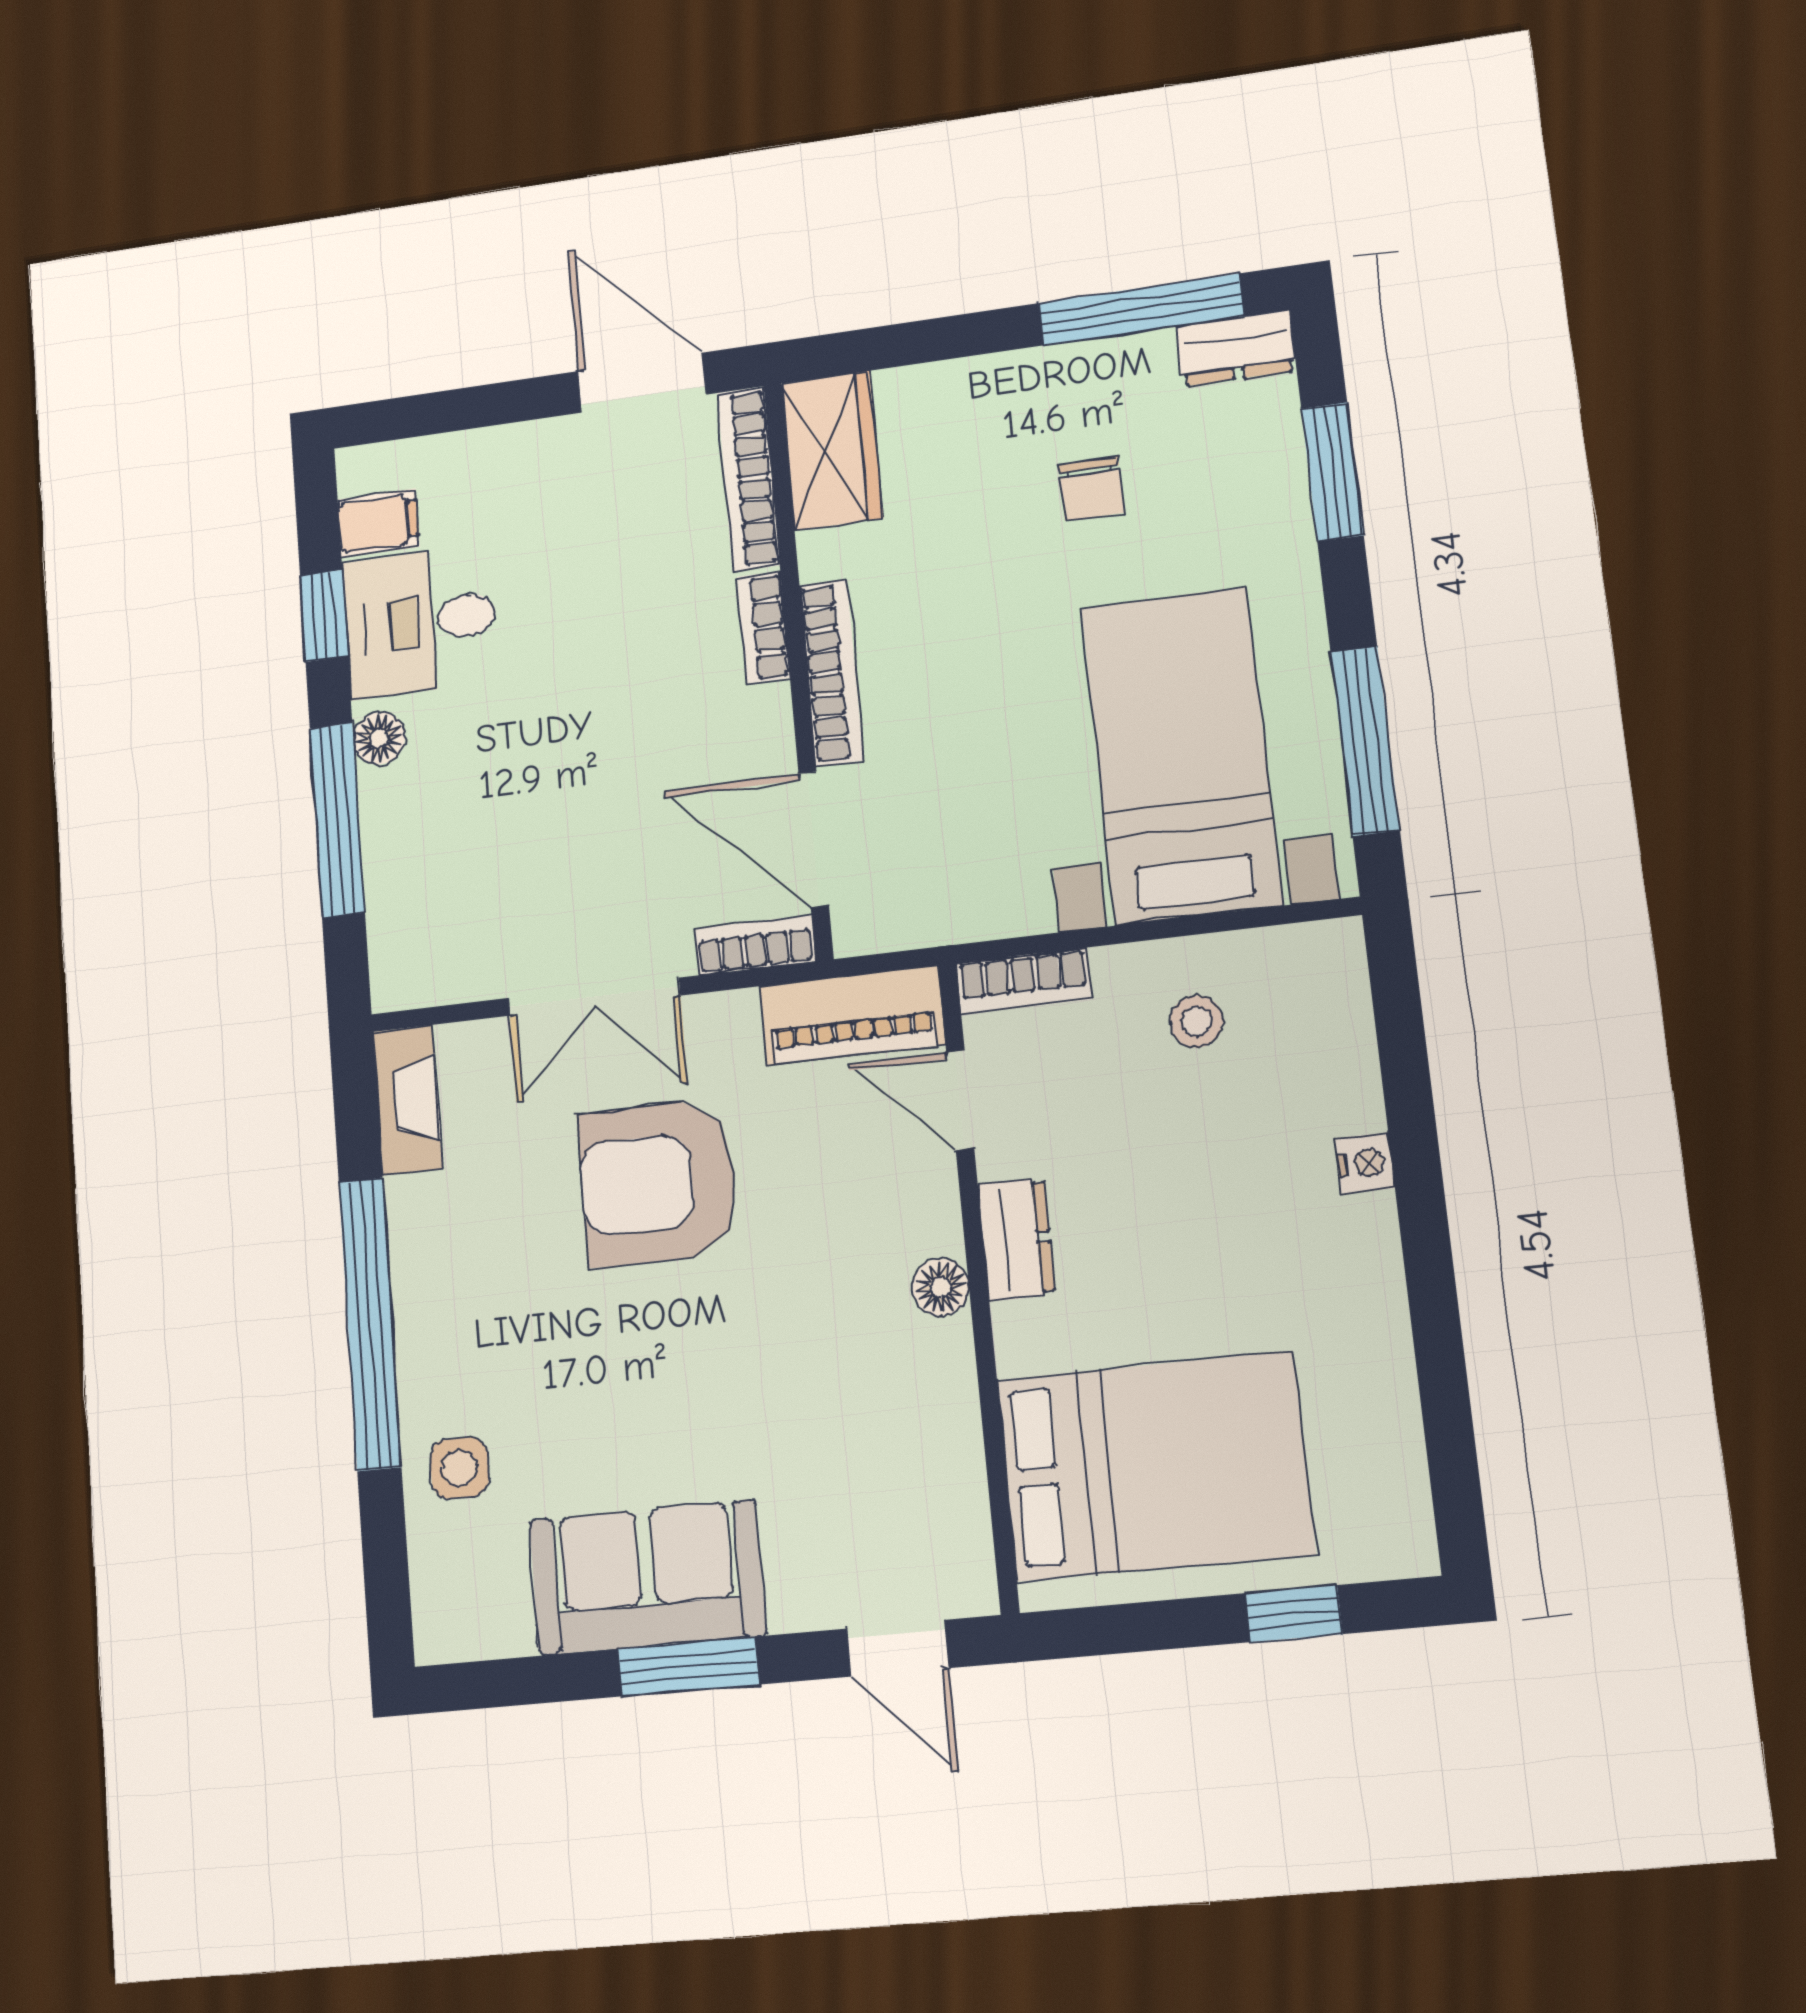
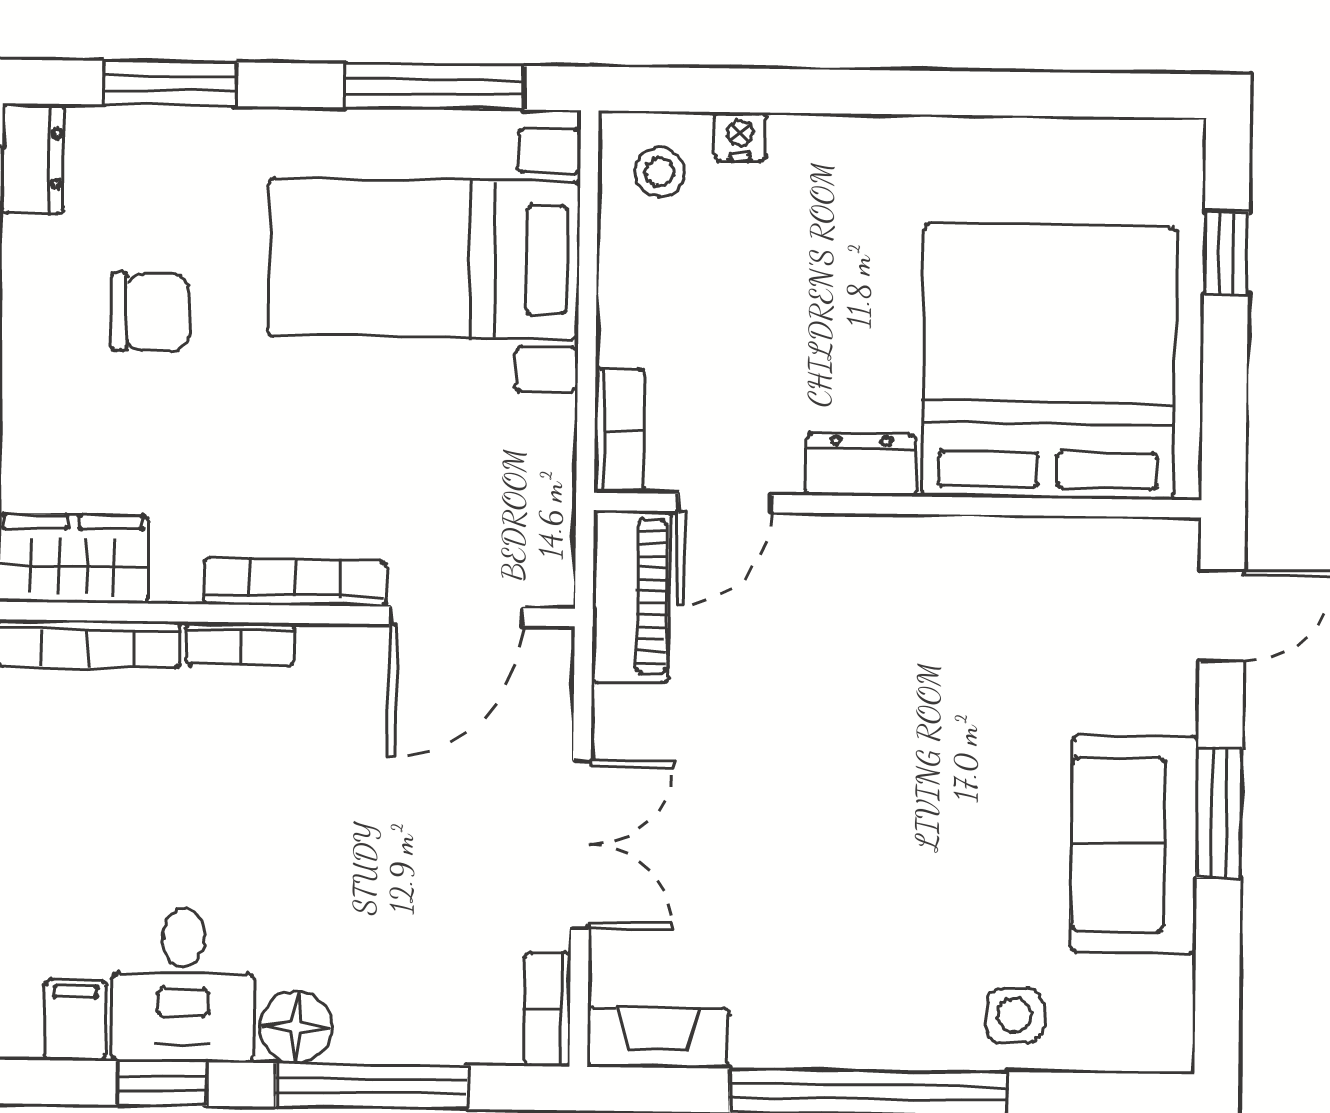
chair: (1091, 488) -> (150, 312), width x1.37, depth x1.37
floor lamp: (379, 738) -> (296, 1027), width x1.37, depth x1.37
bookcase: (755, 945) -> (547, 1009), moved
stool: (1196, 1021) -> (660, 172), moved
nightstand: (1365, 1163) -> (740, 137), moved
armchair: (658, 1183) -> (768, 799), removed
floor lamp: (941, 1287) -> (897, 540), removed
bed: (1155, 1466) -> (1049, 362), width x1.36

